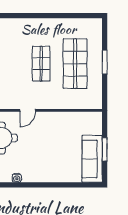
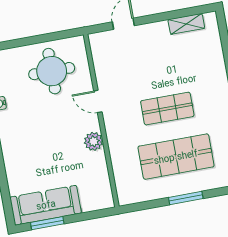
plant: (54, 118) -> (94, 141), added
window: (105, 149) -> (47, 223), moved

